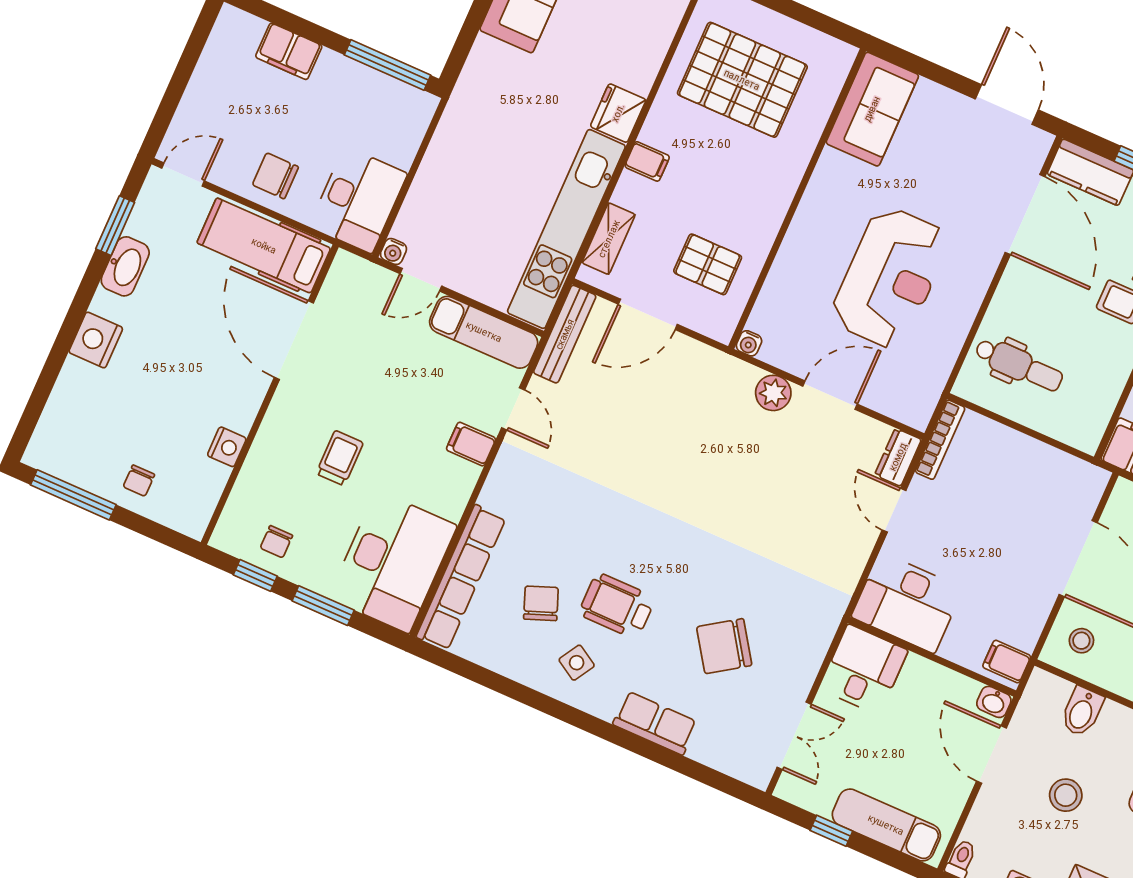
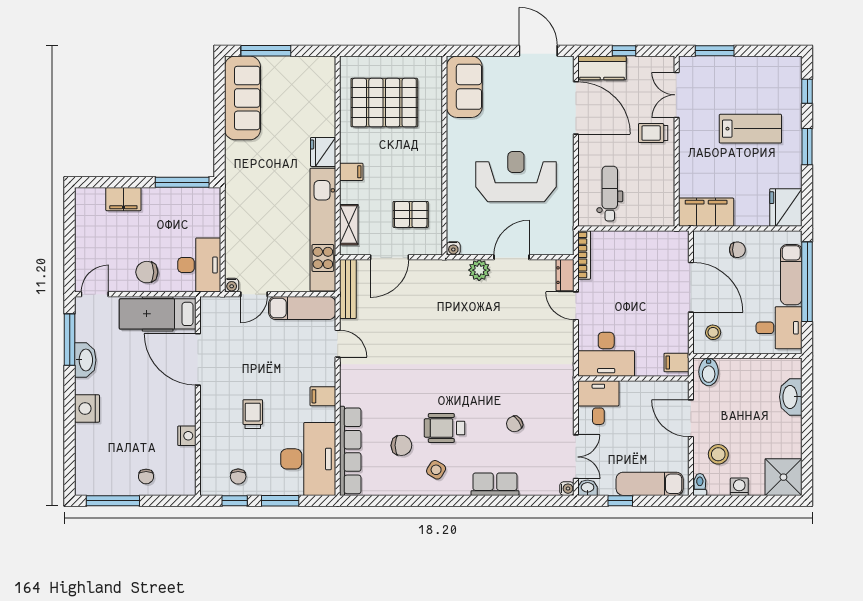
window: (115, 226) -> (70, 340), width x1.44
reception desk: (890, 278) -> (516, 177), turned -90
dental chair: (1019, 365) -> (610, 194), turned -90
filing cabinet: (471, 444) -> (323, 396), moved
chair: (541, 603) -> (401, 445), turned 111
chair: (724, 646) -> (515, 424), width x0.54, depth x0.54
washbasin: (994, 702) -> (588, 488), moved, turned 180
bidet: (1082, 712) -> (709, 372), moved
water cooler: (760, 777) -> (567, 489), added
stool: (1066, 795) -> (718, 454), moved

